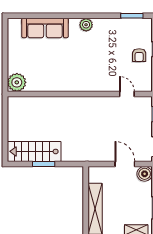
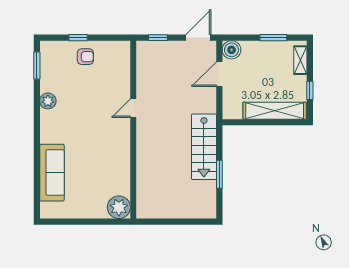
plant: (86, 25) -> (48, 101), moved
door: (127, 94) -> (133, 108), moved
stairs: (34, 151) -> (204, 147), moved

